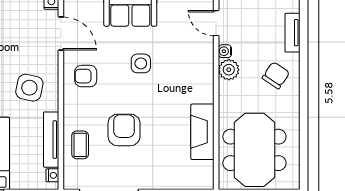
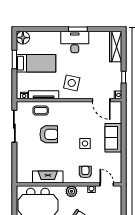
door: (216, 23) -> (107, 184), hinge flipped
door: (61, 34) -> (101, 100), hinge flipped
plant: (229, 70) -> (71, 191), moved
armchair: (86, 76) -> (85, 172), moved

